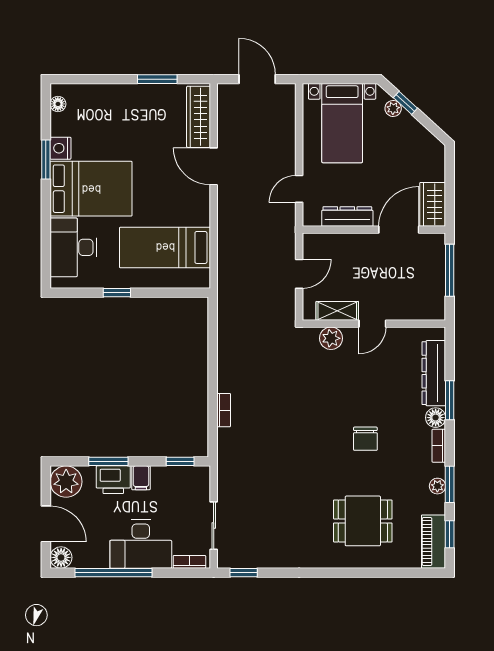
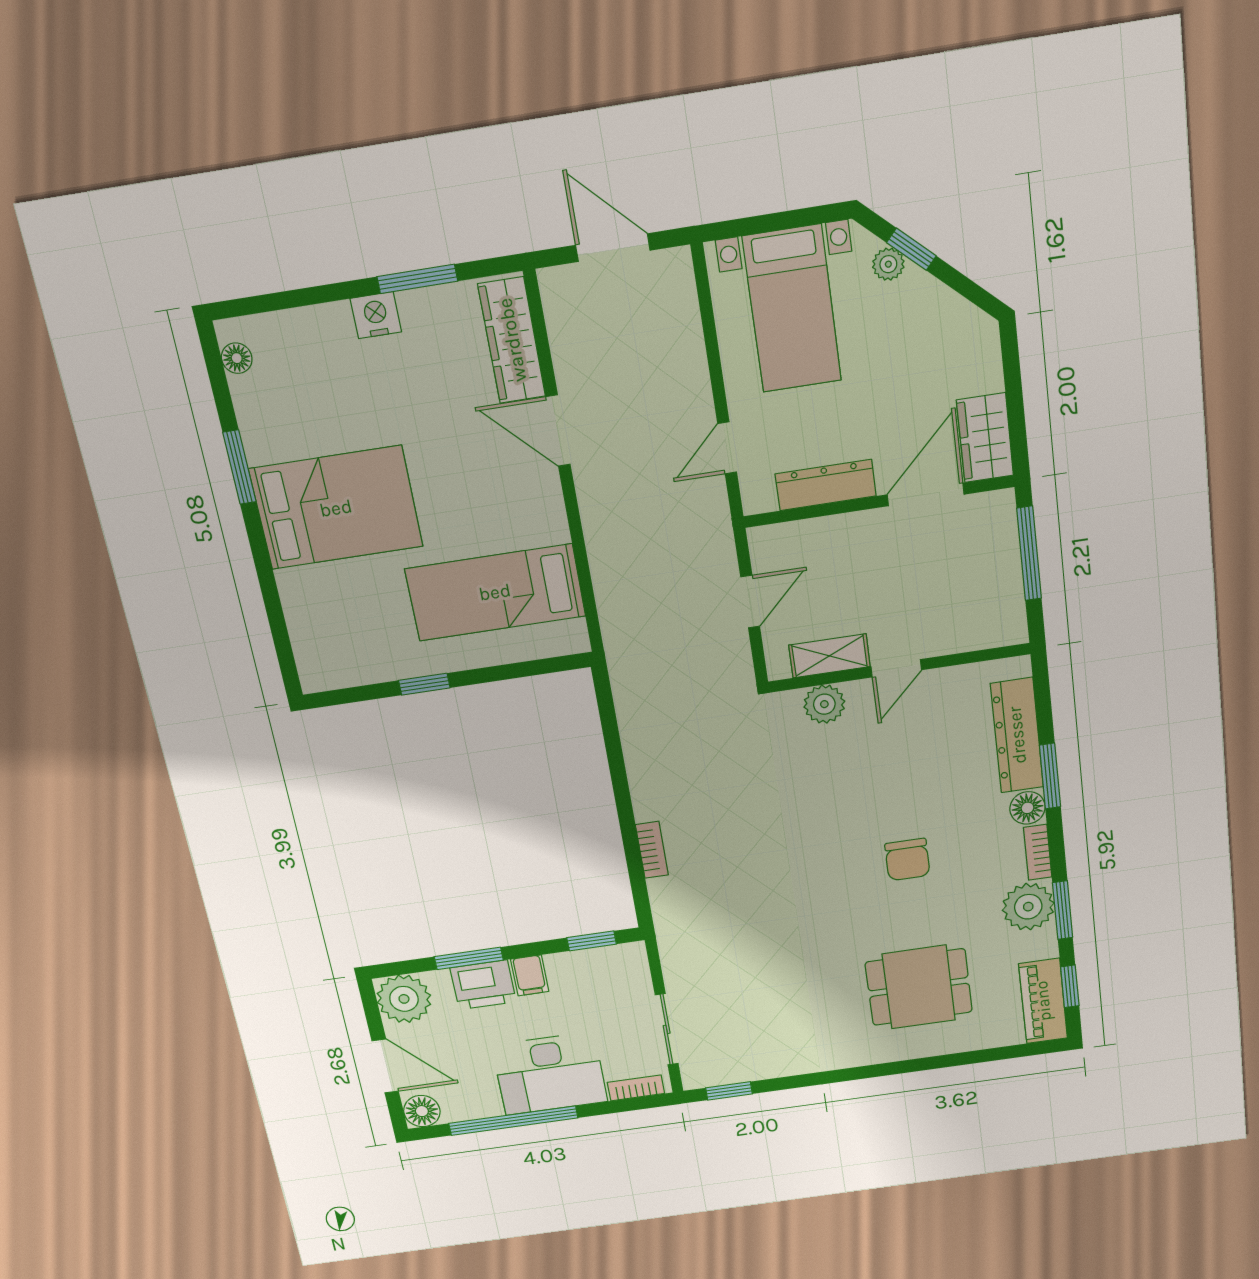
nightstand: (61, 148) -> (376, 315), moved, turned 90
desk: (73, 247) -> (328, 618), removed
plant: (437, 486) -> (1028, 907), width x1.87, depth x1.87

